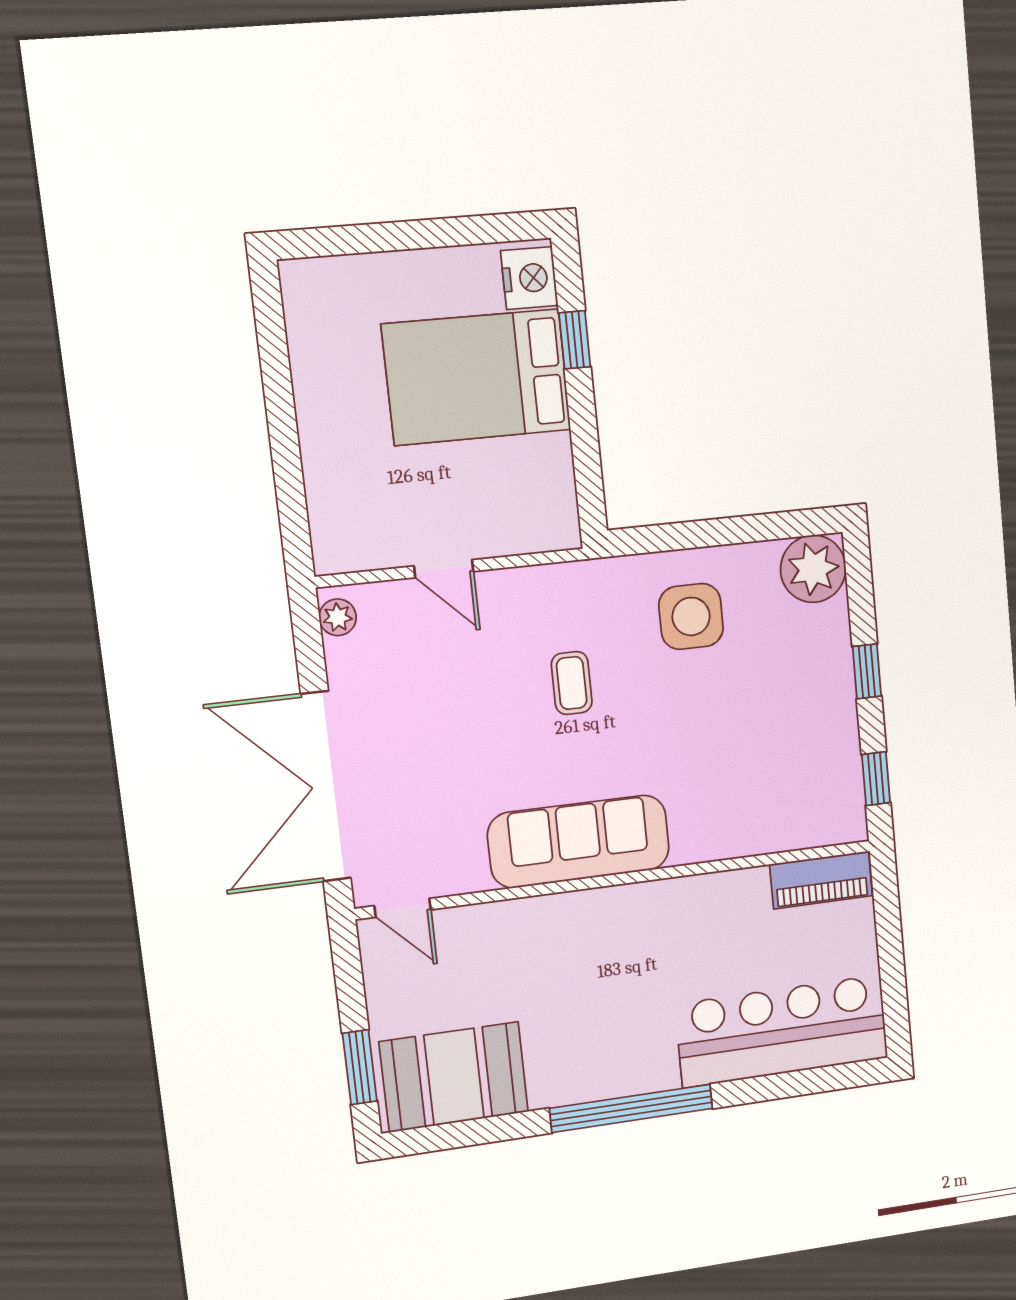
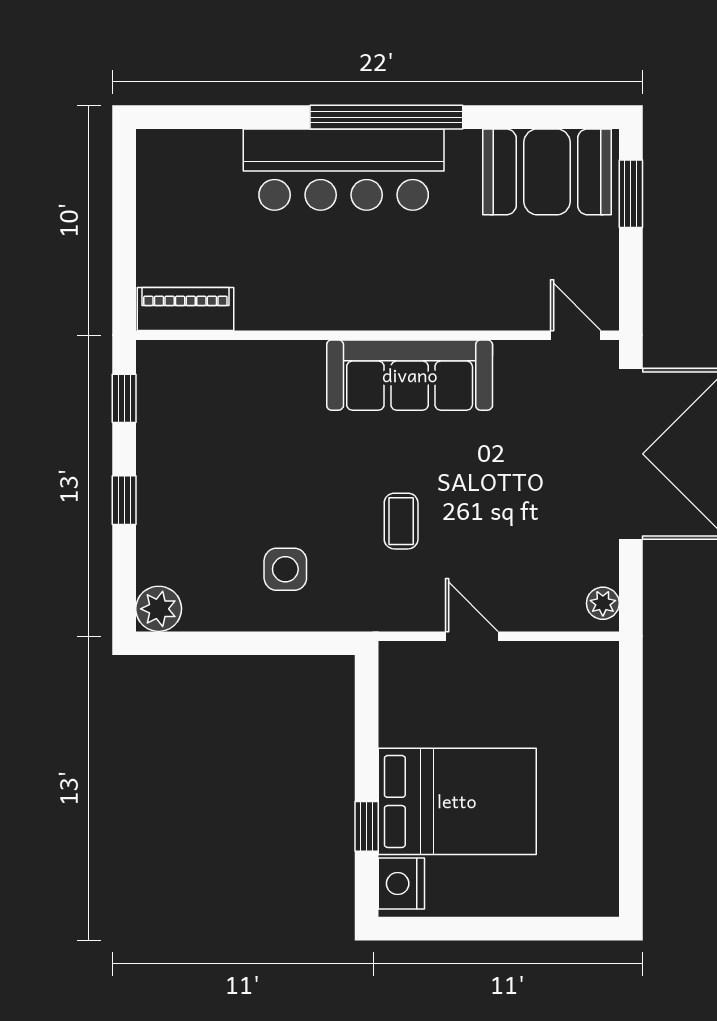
door: (444, 569) -> (472, 636), moved
plant: (813, 569) -> (159, 609), width x0.73, depth x0.73
side table: (691, 616) -> (285, 569), width x0.73, depth x0.73
bar counter: (782, 1031) -> (344, 170), moved

